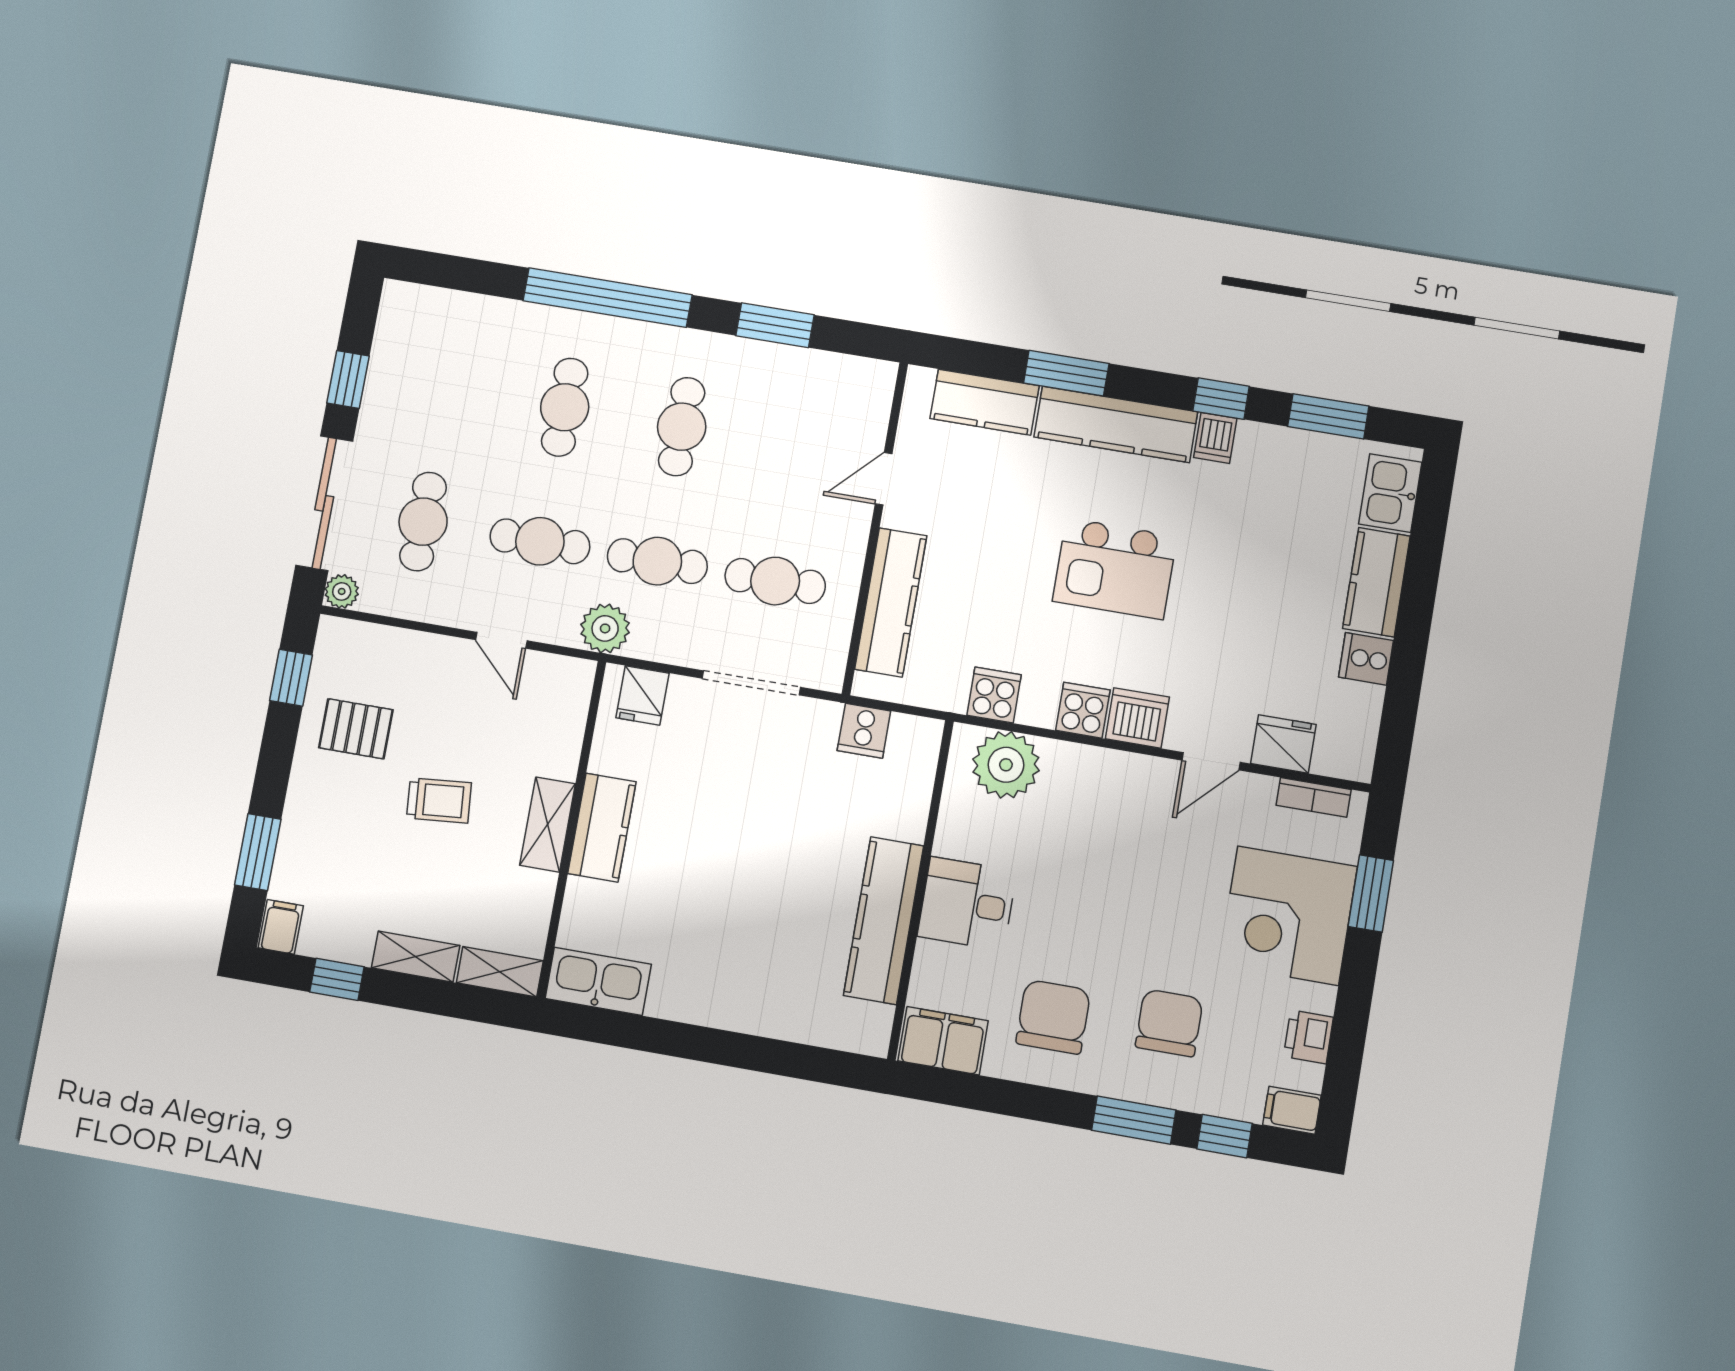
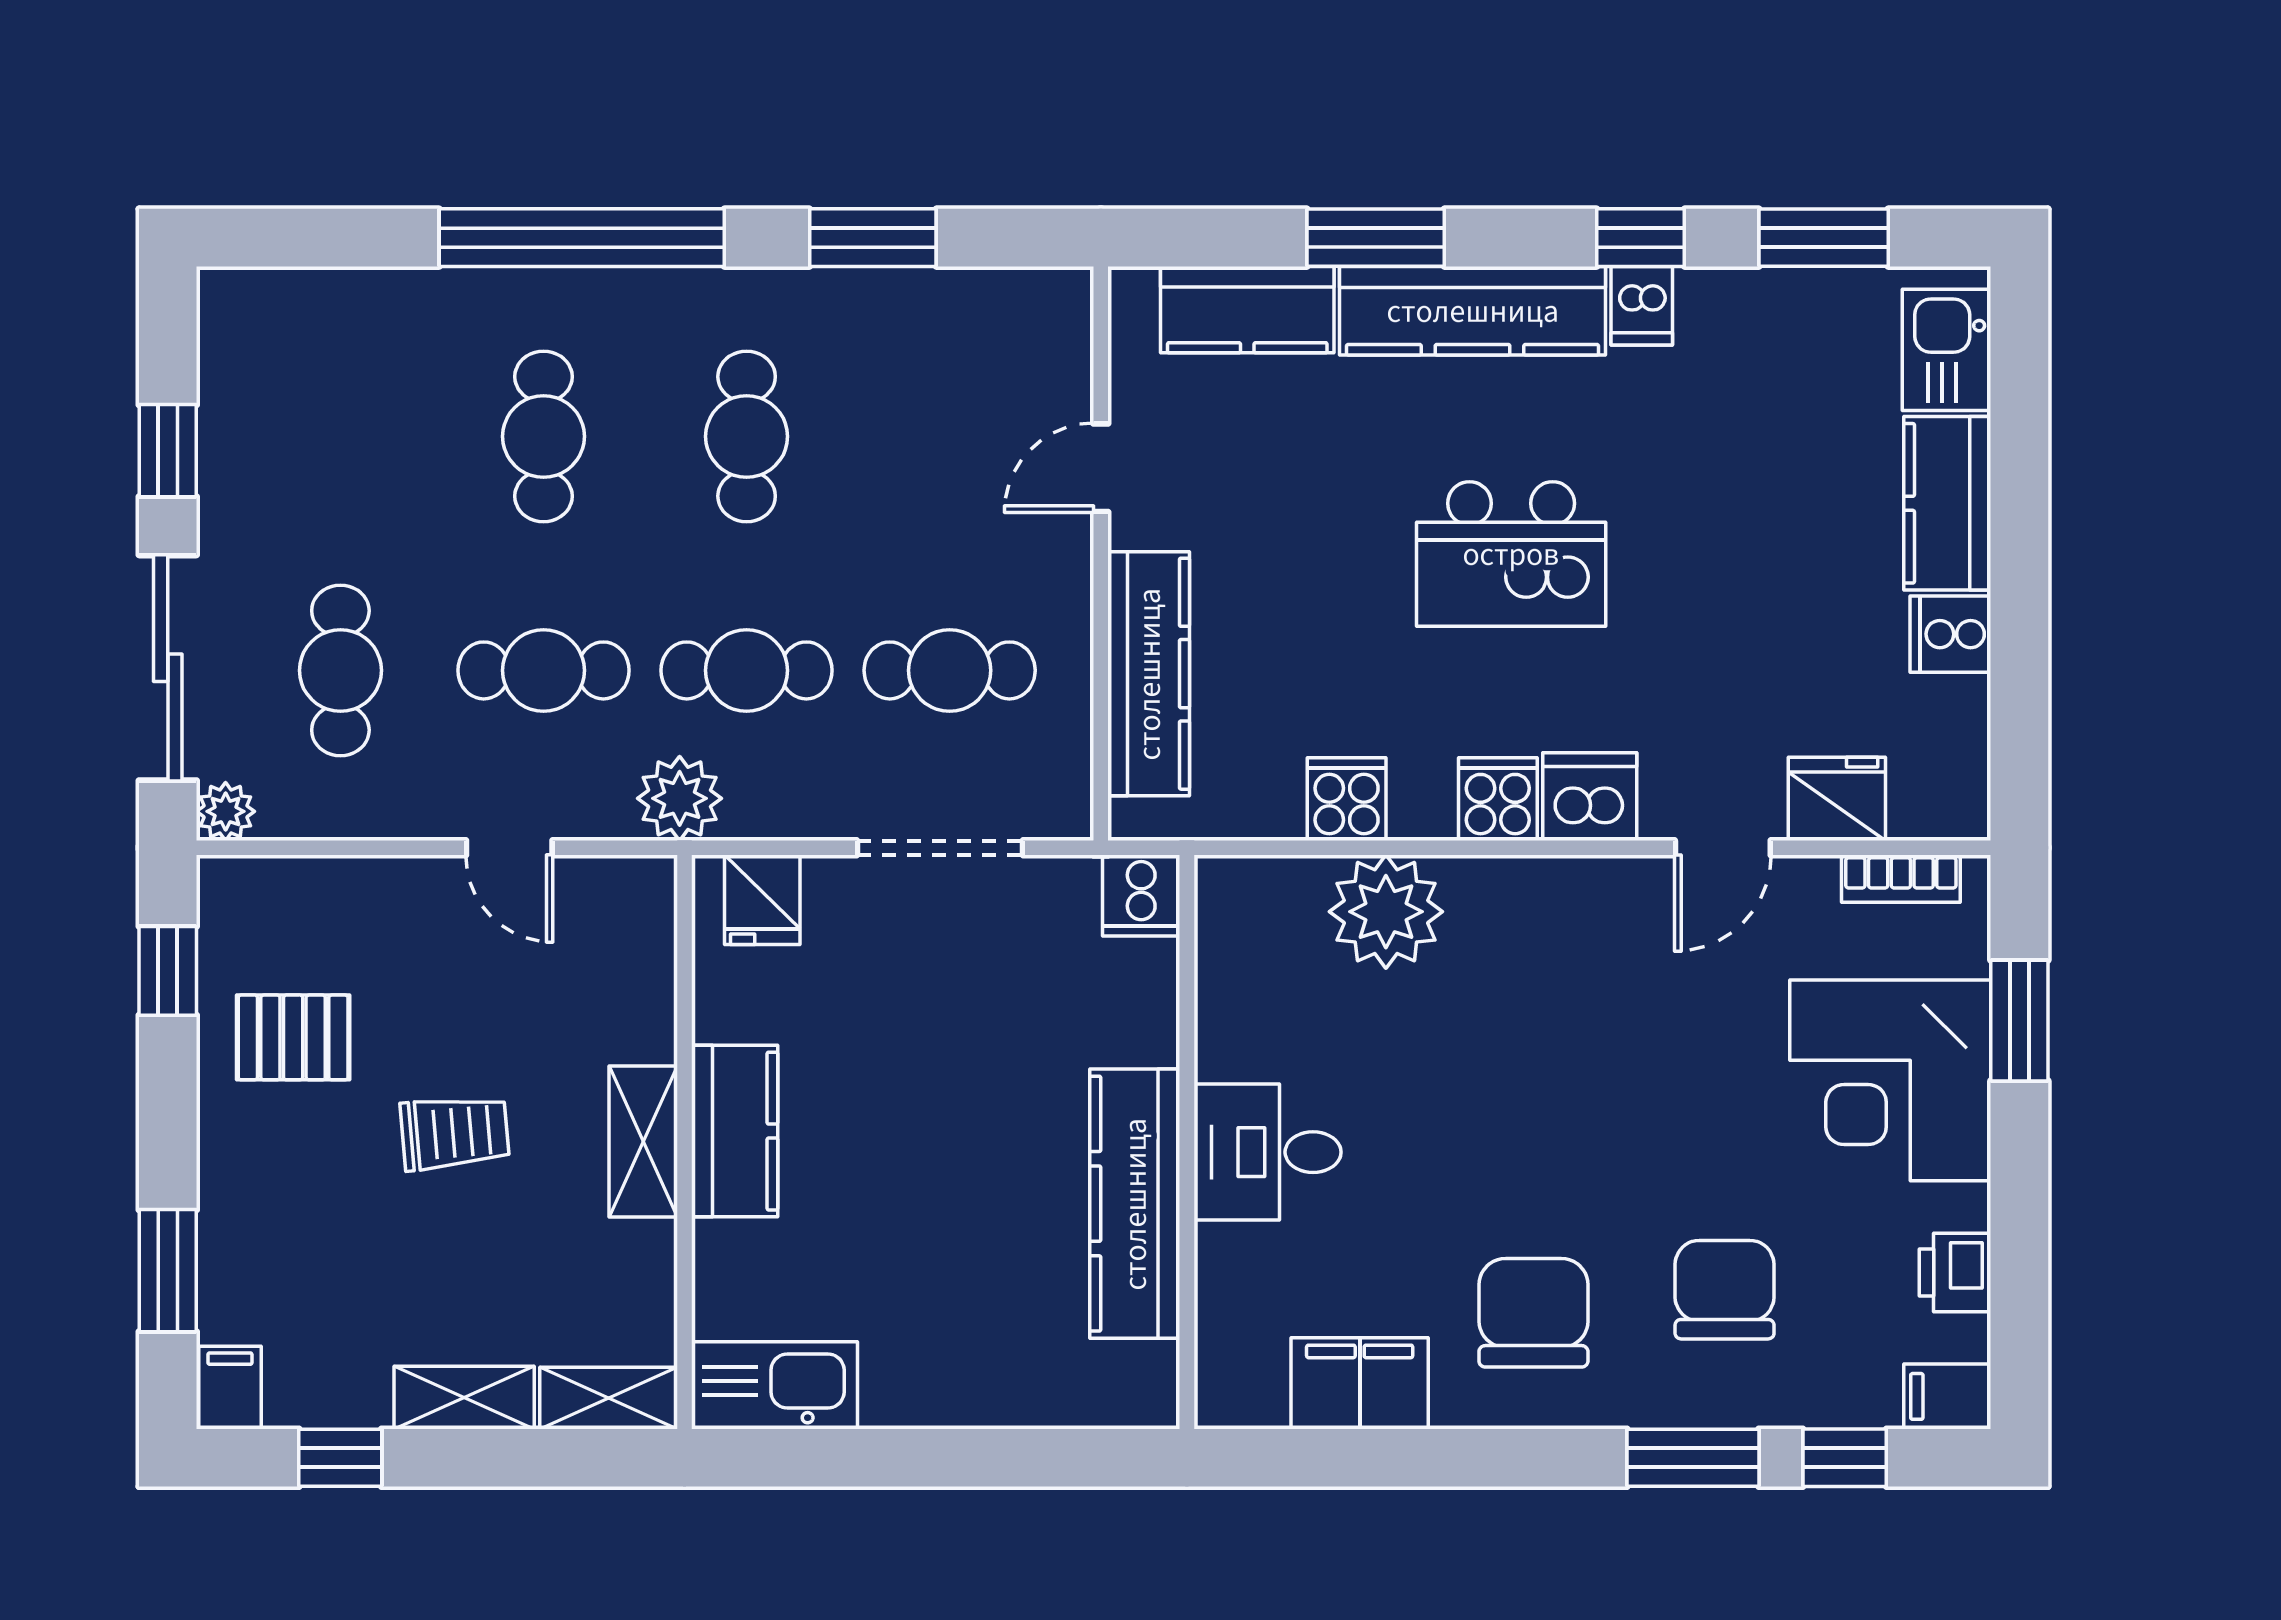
wall: (921, 889) -> (1187, 1142), moved
desk: (967, 904) -> (1268, 1152), moved
kitchen counter: (884, 921) -> (1135, 1204), moved

